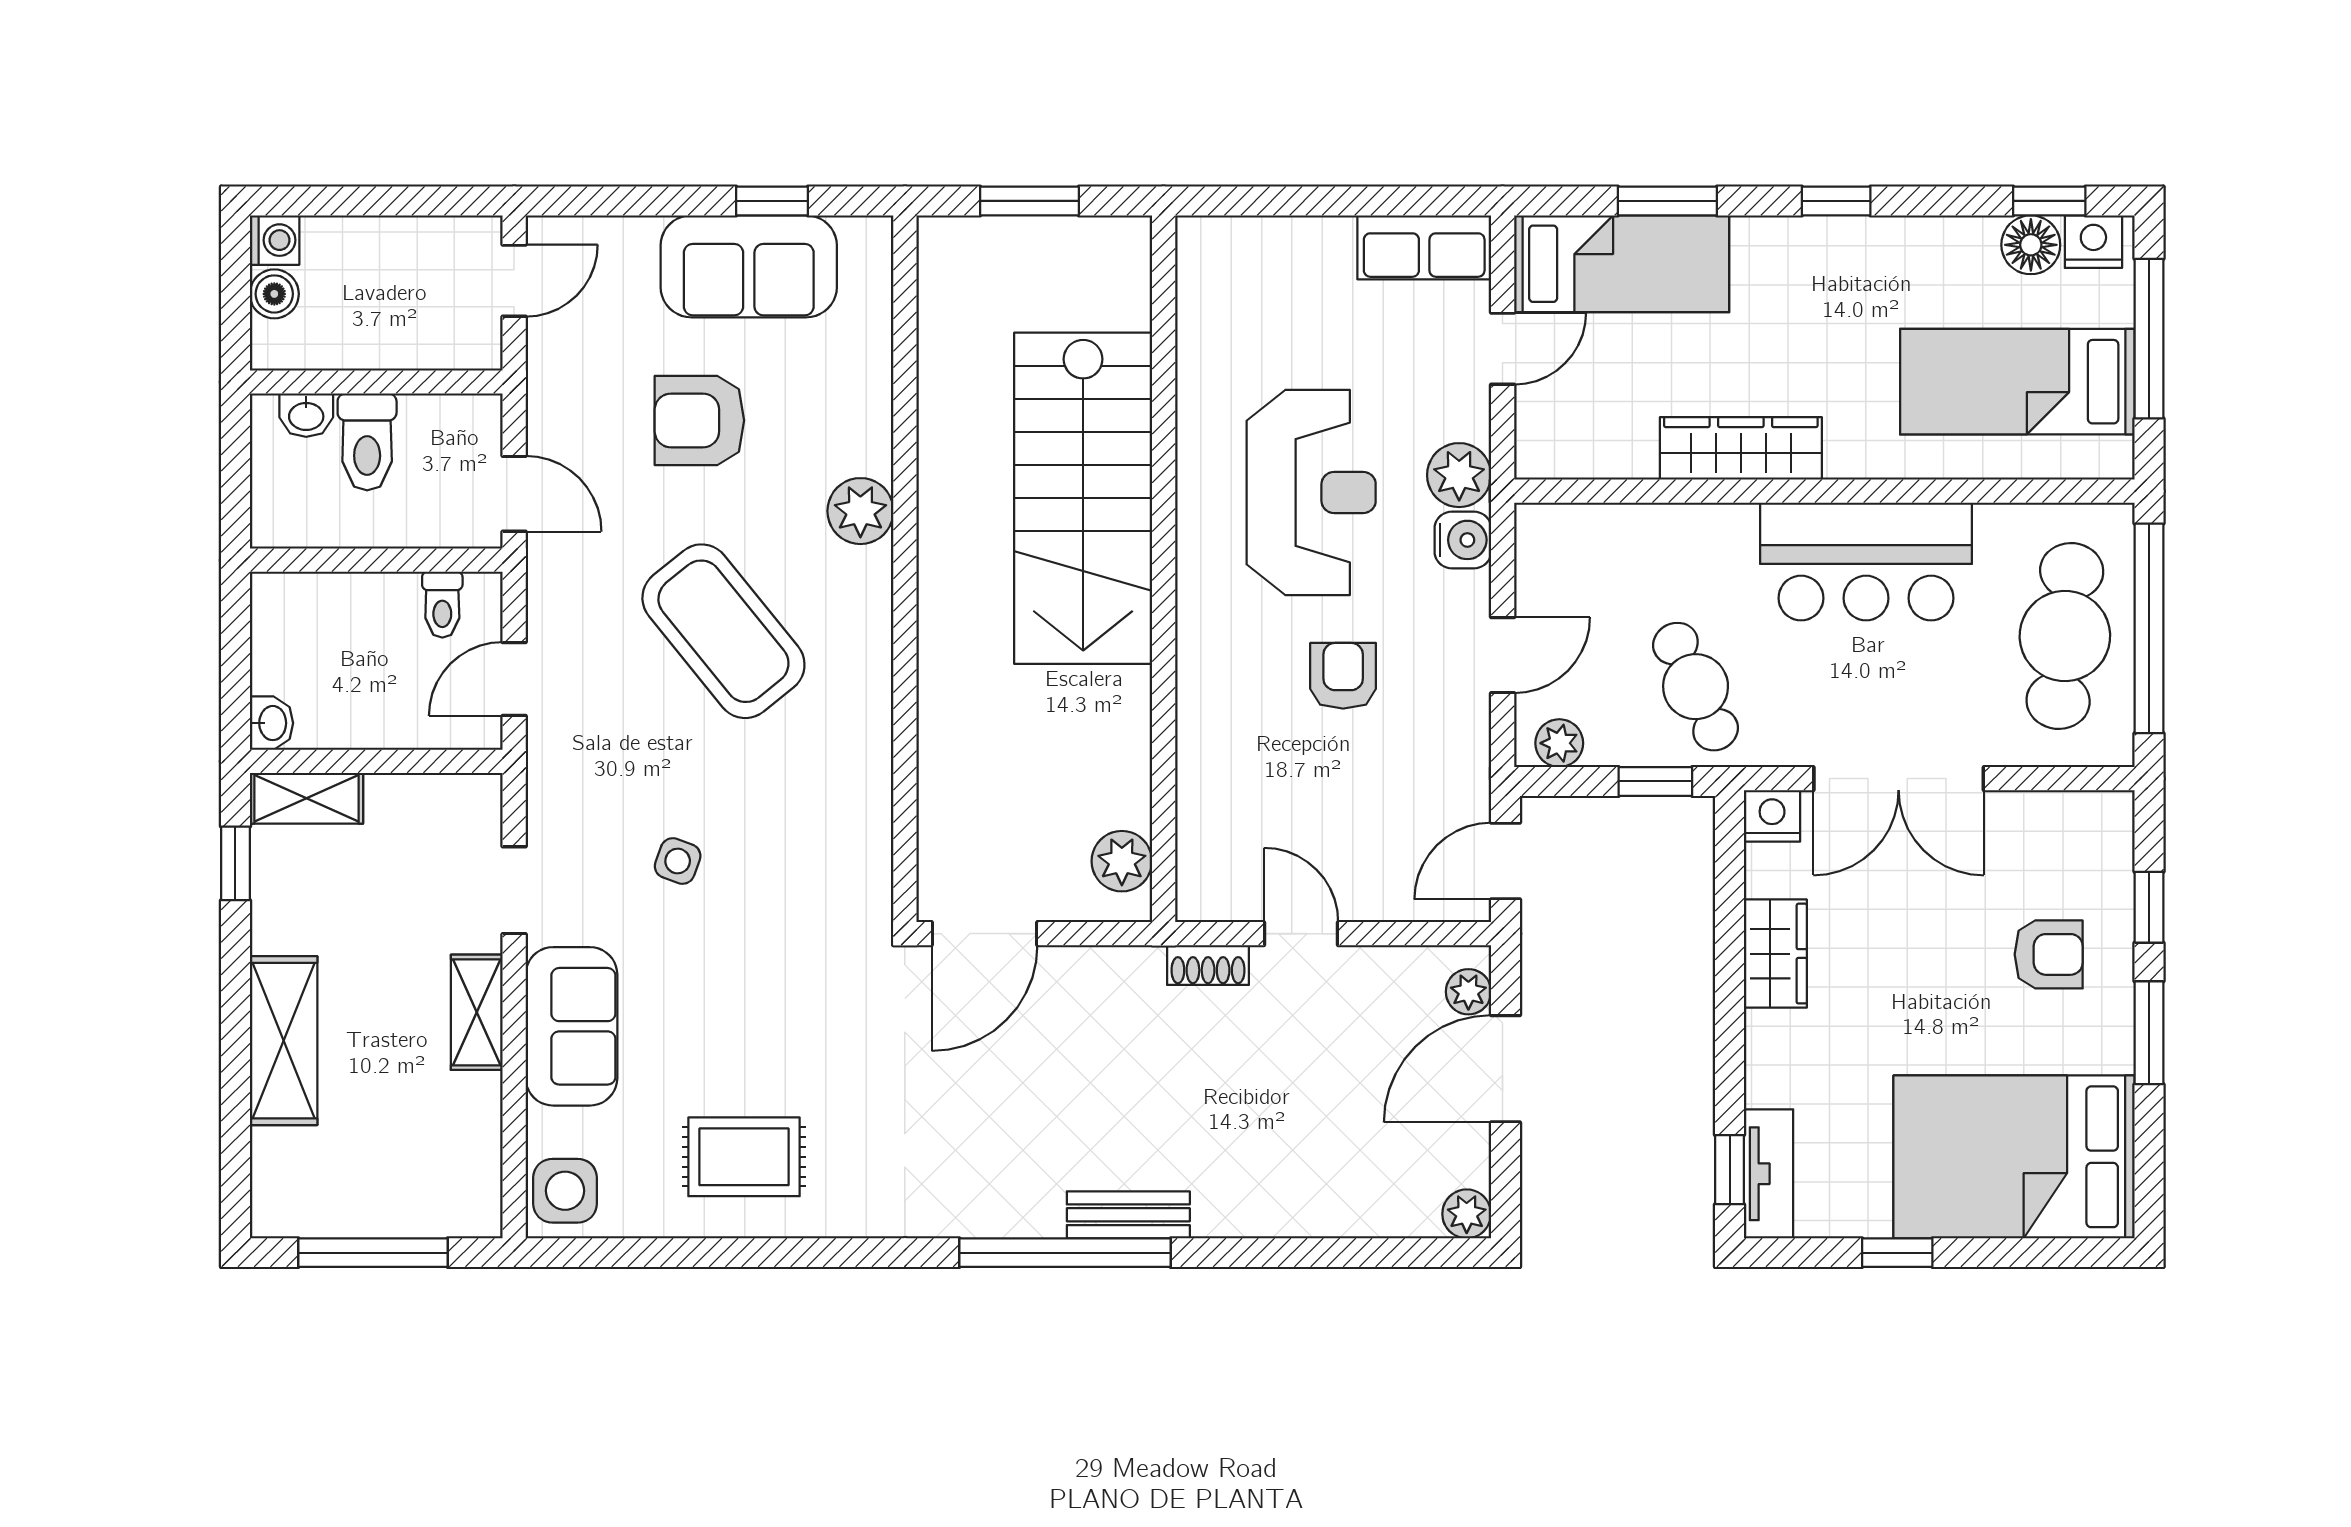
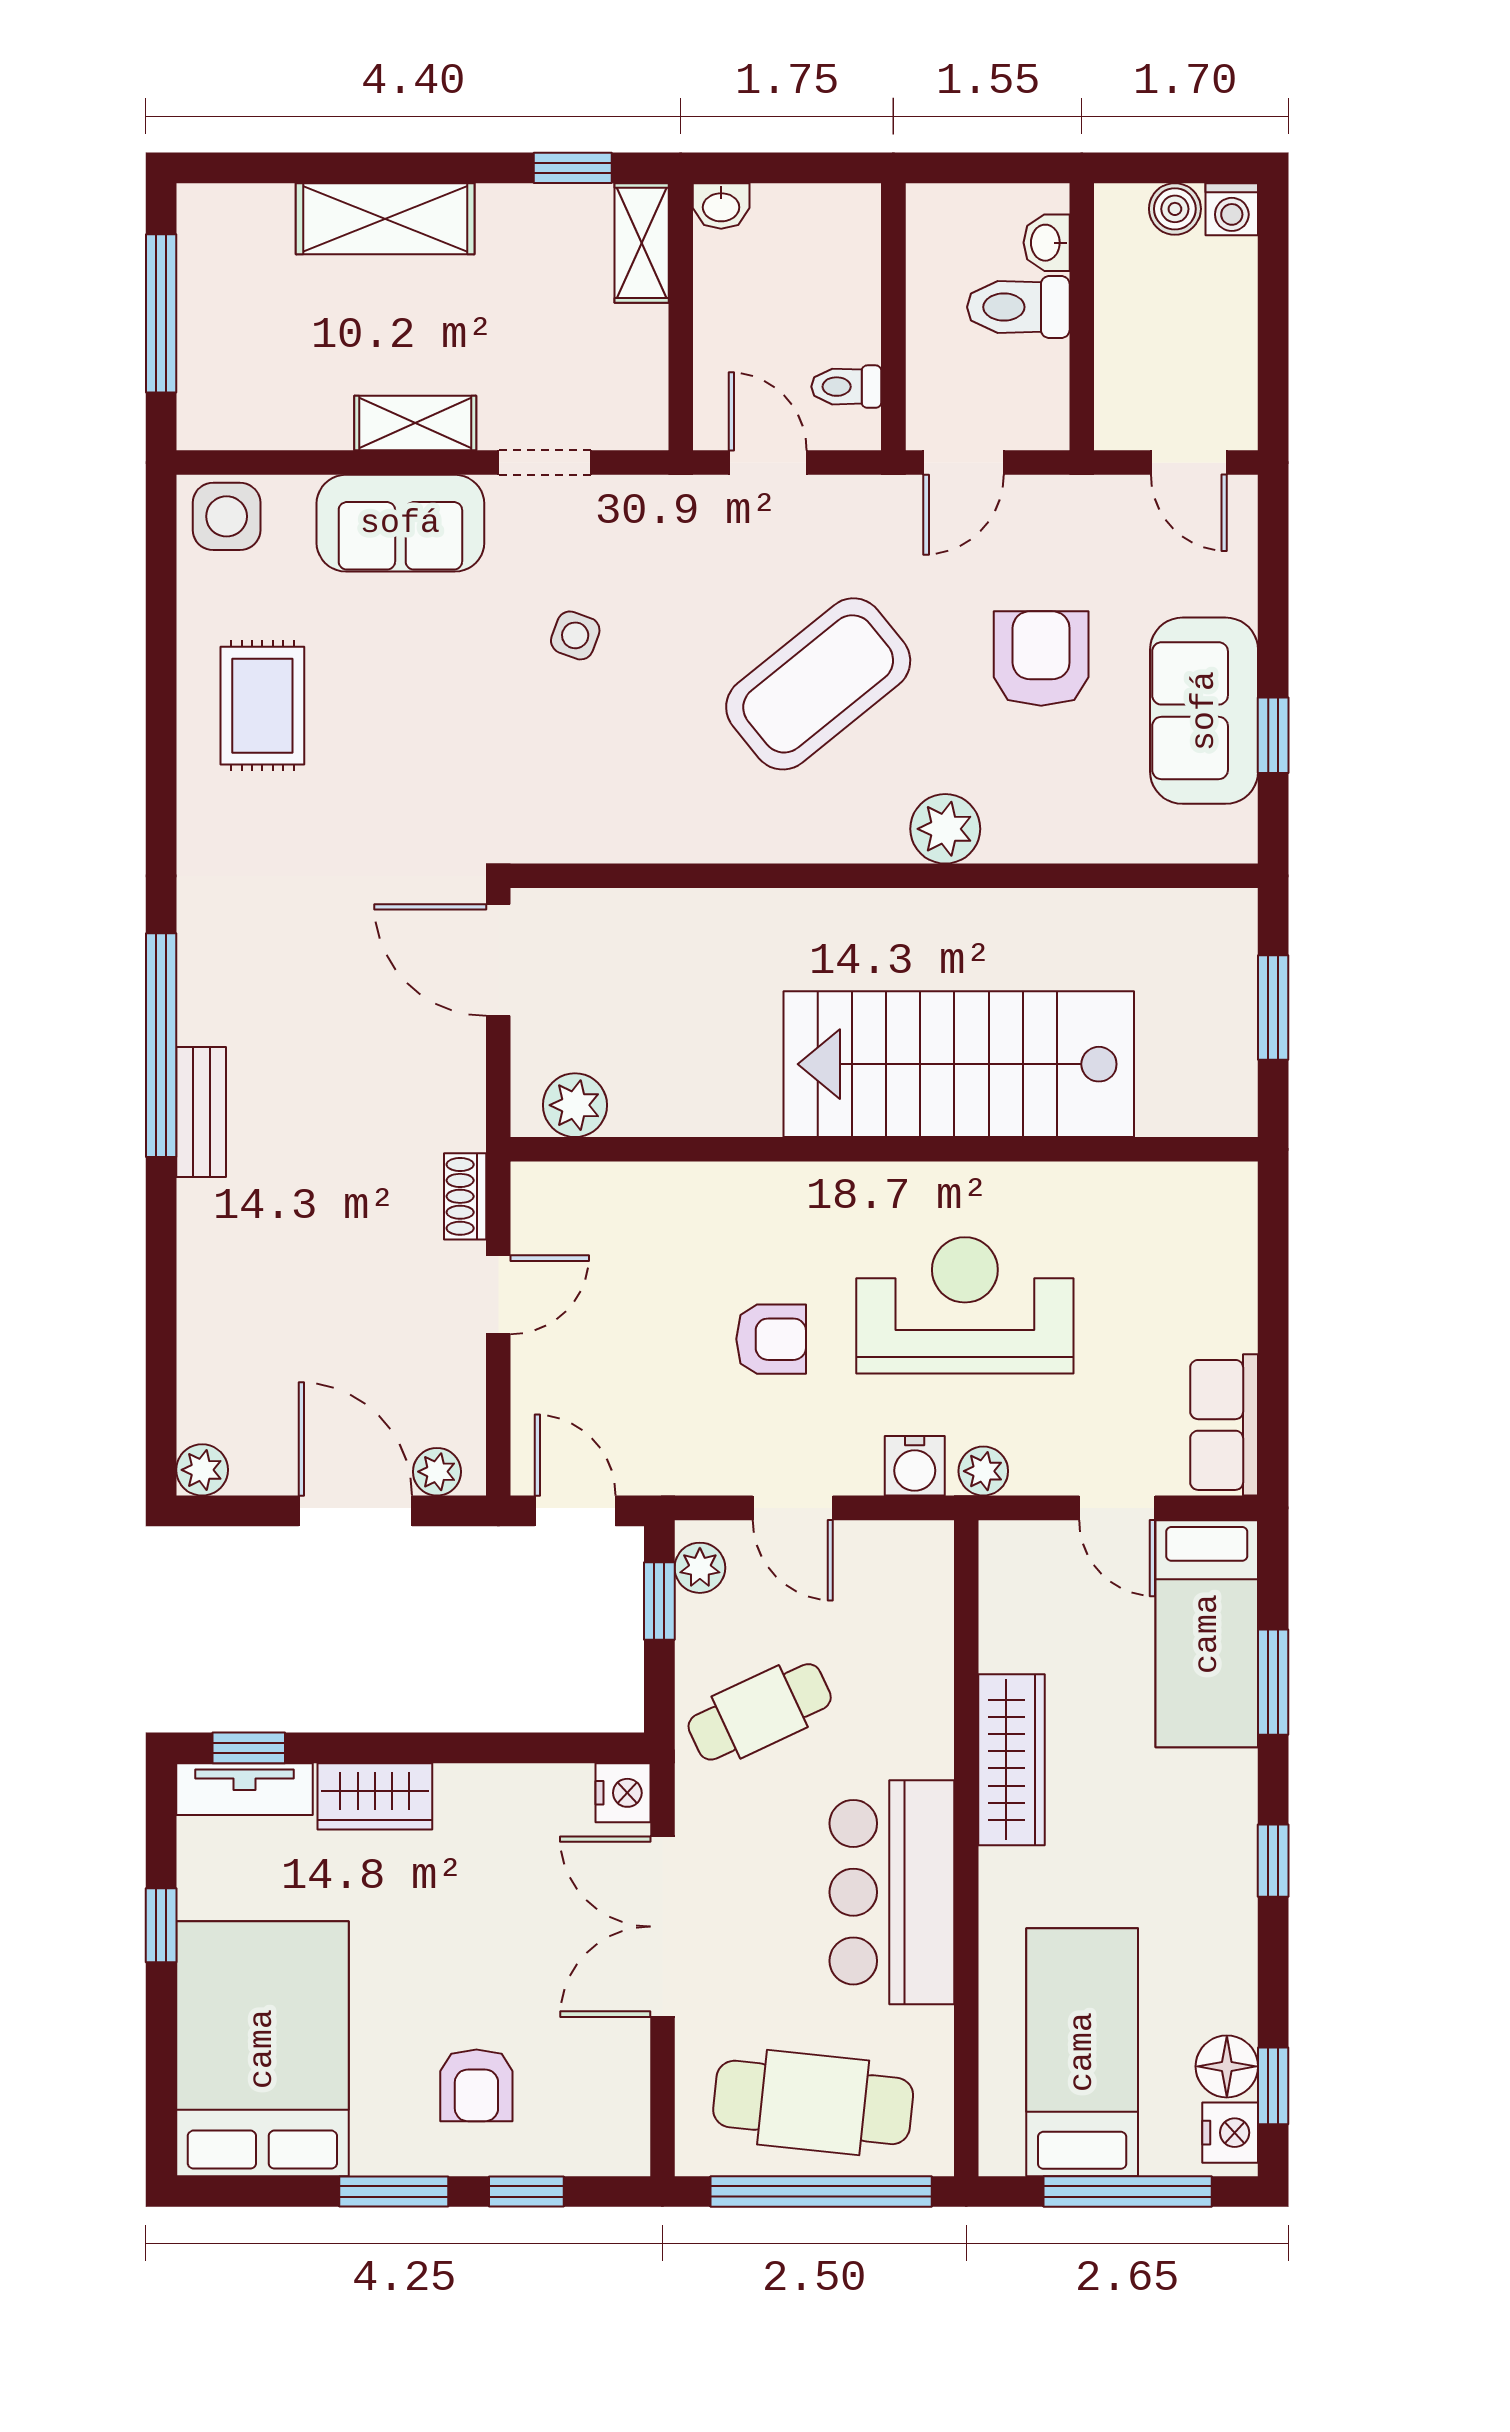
plant: (1459, 475) -> (983, 1471), width x0.73, depth x0.73
reception desk: (1311, 493) -> (965, 1305), turned 180
window: (1655, 781) -> (659, 1601), moved
wardrobe: (1775, 954) -> (375, 1796), moved

